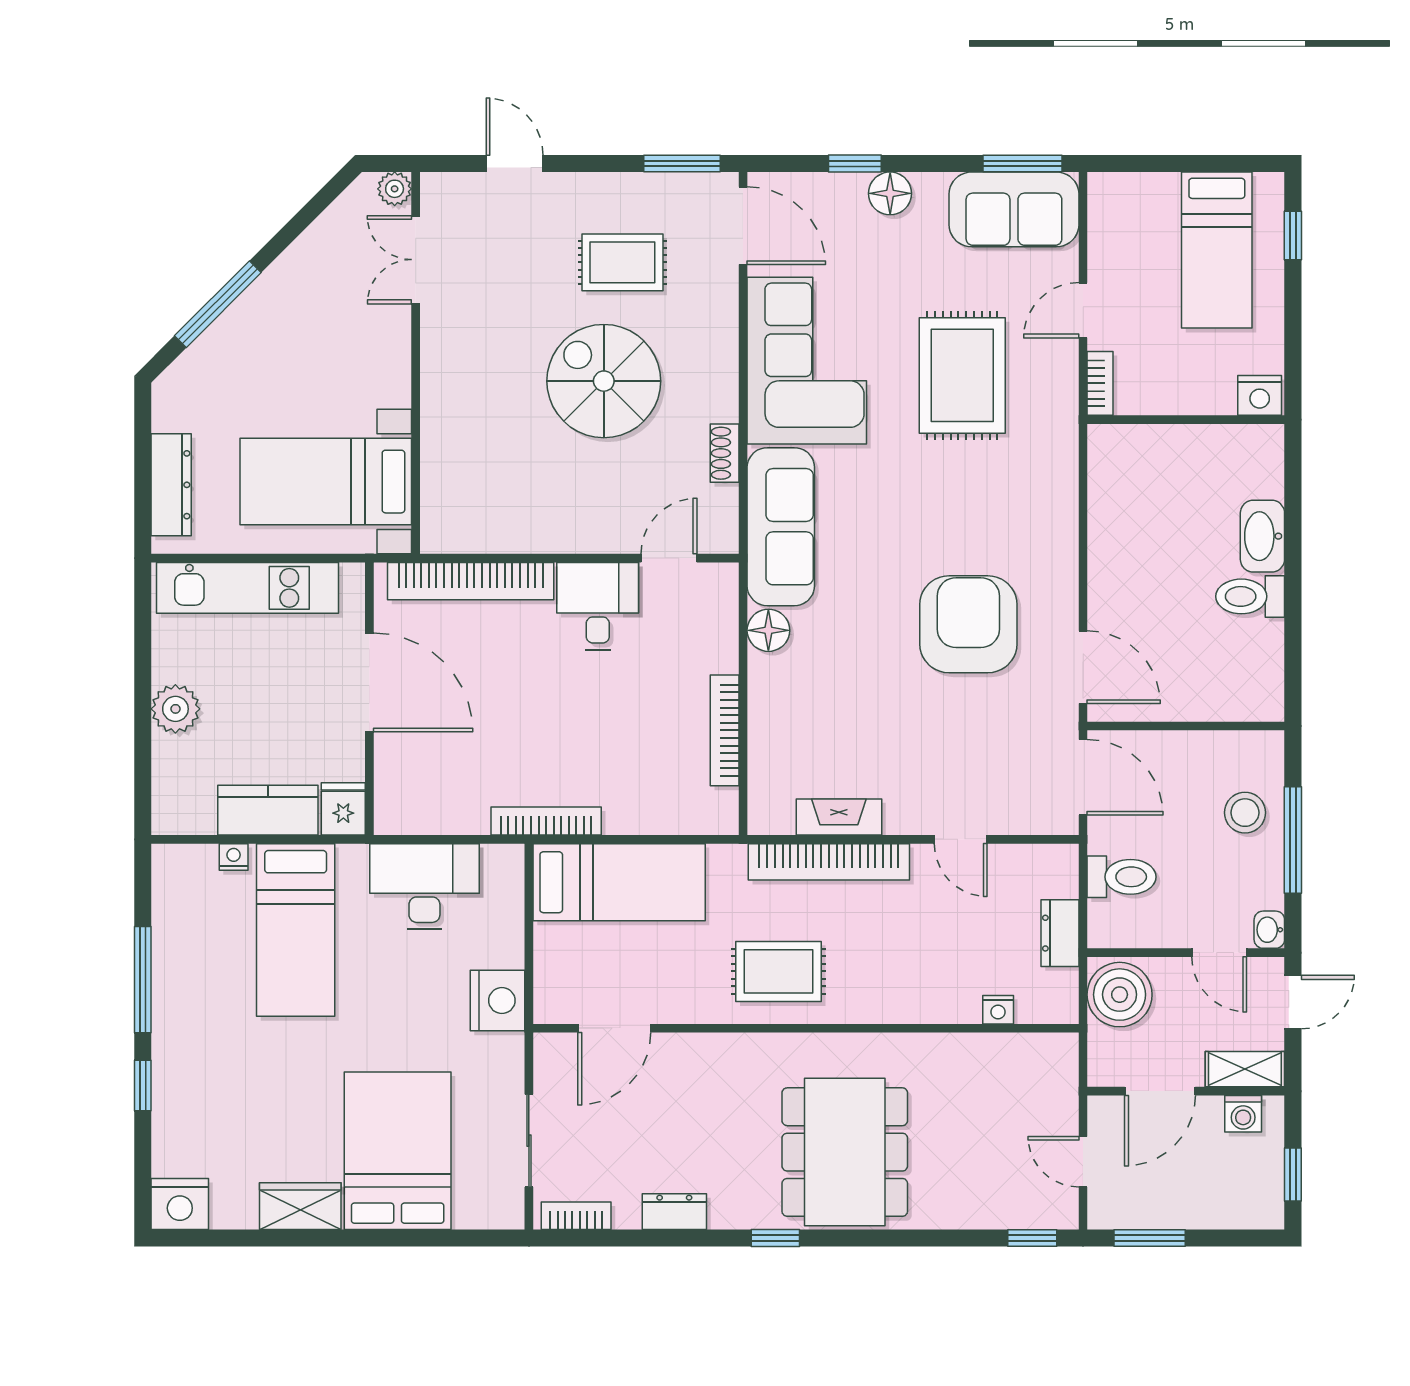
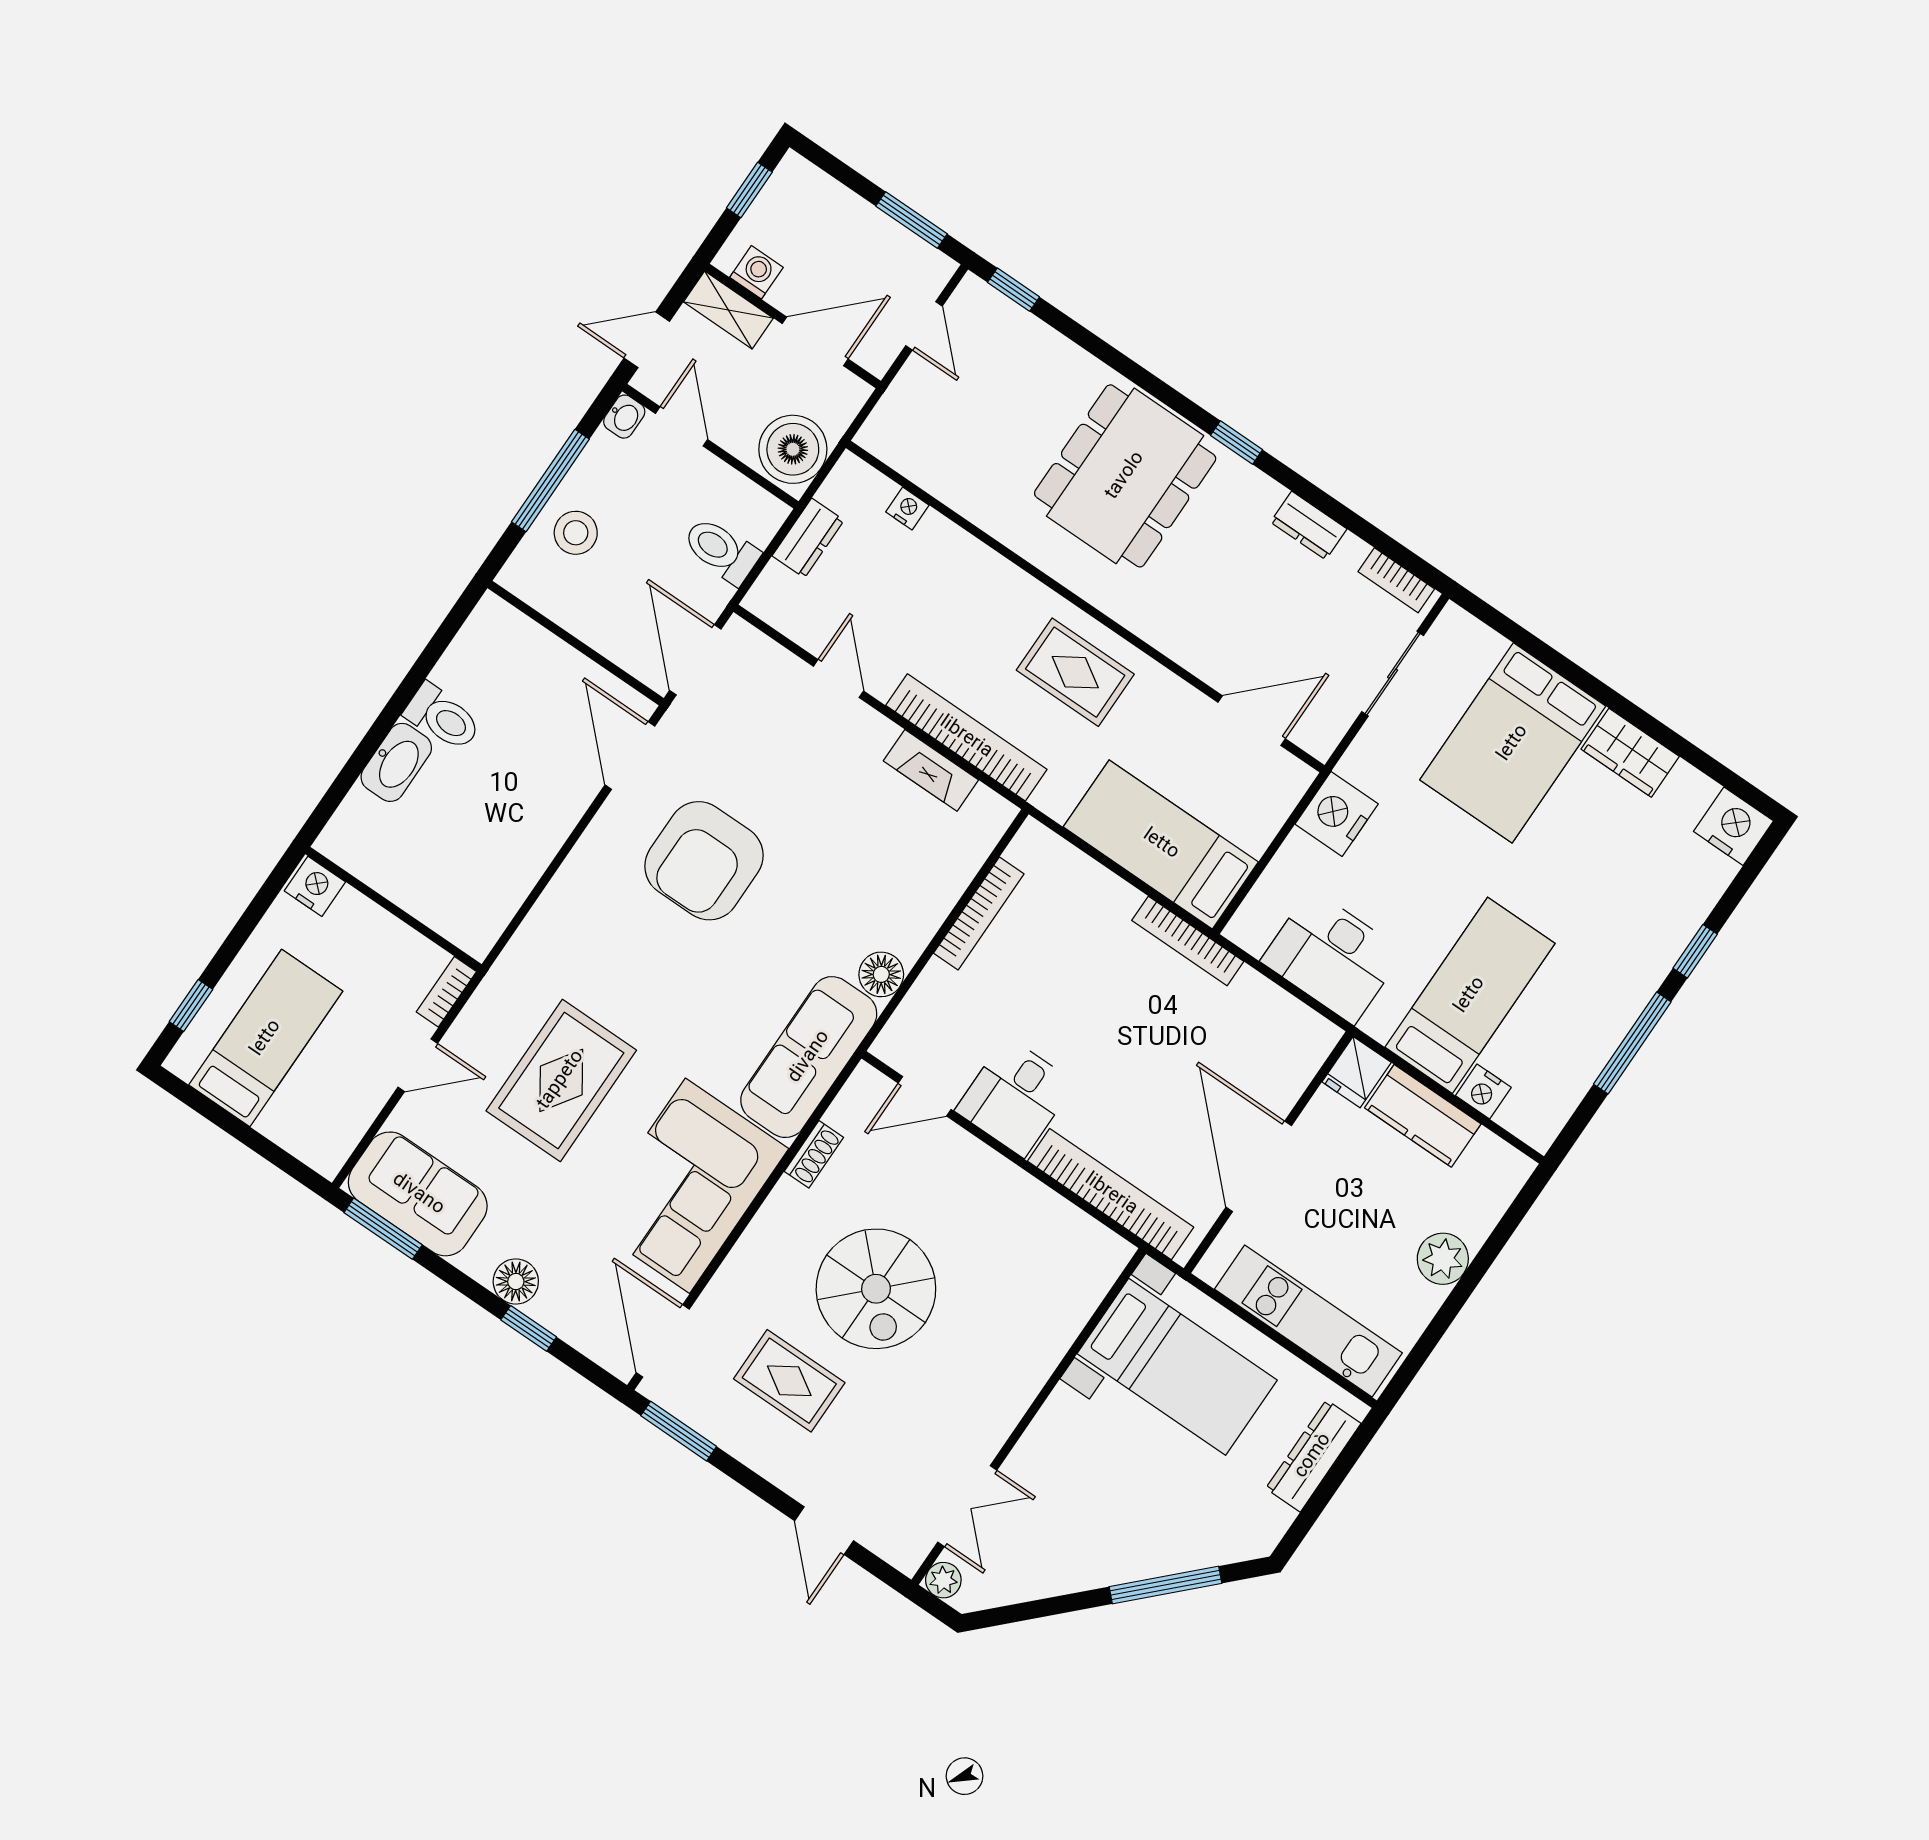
nightstand: (234, 857) -> (1483, 1091), width x1.39, depth x1.35

